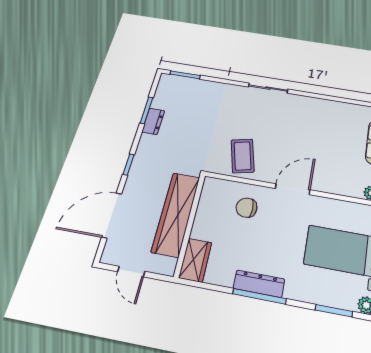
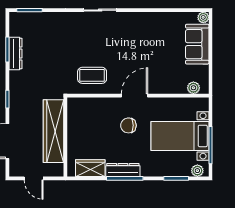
dresser: (153, 121) -> (16, 54), width x1.44
coffee table: (243, 156) -> (92, 75), turned -76
chair: (247, 208) -> (128, 125), moved
wardrobe: (195, 260) -> (90, 168), moved, turned -90

